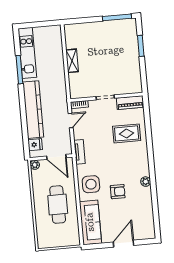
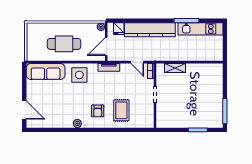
shelving: (72, 61) -> (175, 68), moved
piano: (130, 103) -> (149, 116), removed
armchair: (118, 192) -> (98, 111), moved
door: (124, 244) -> (24, 110), moved

